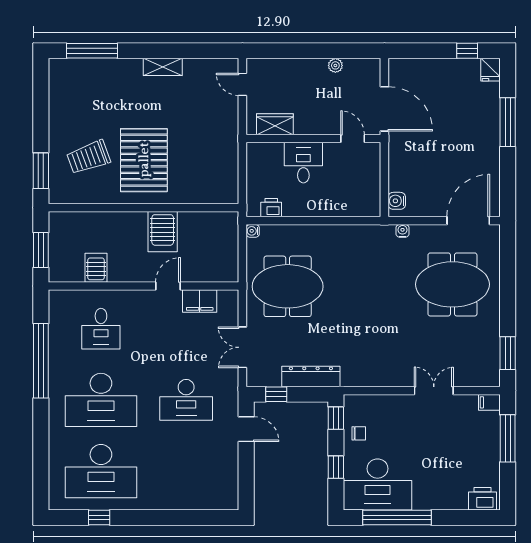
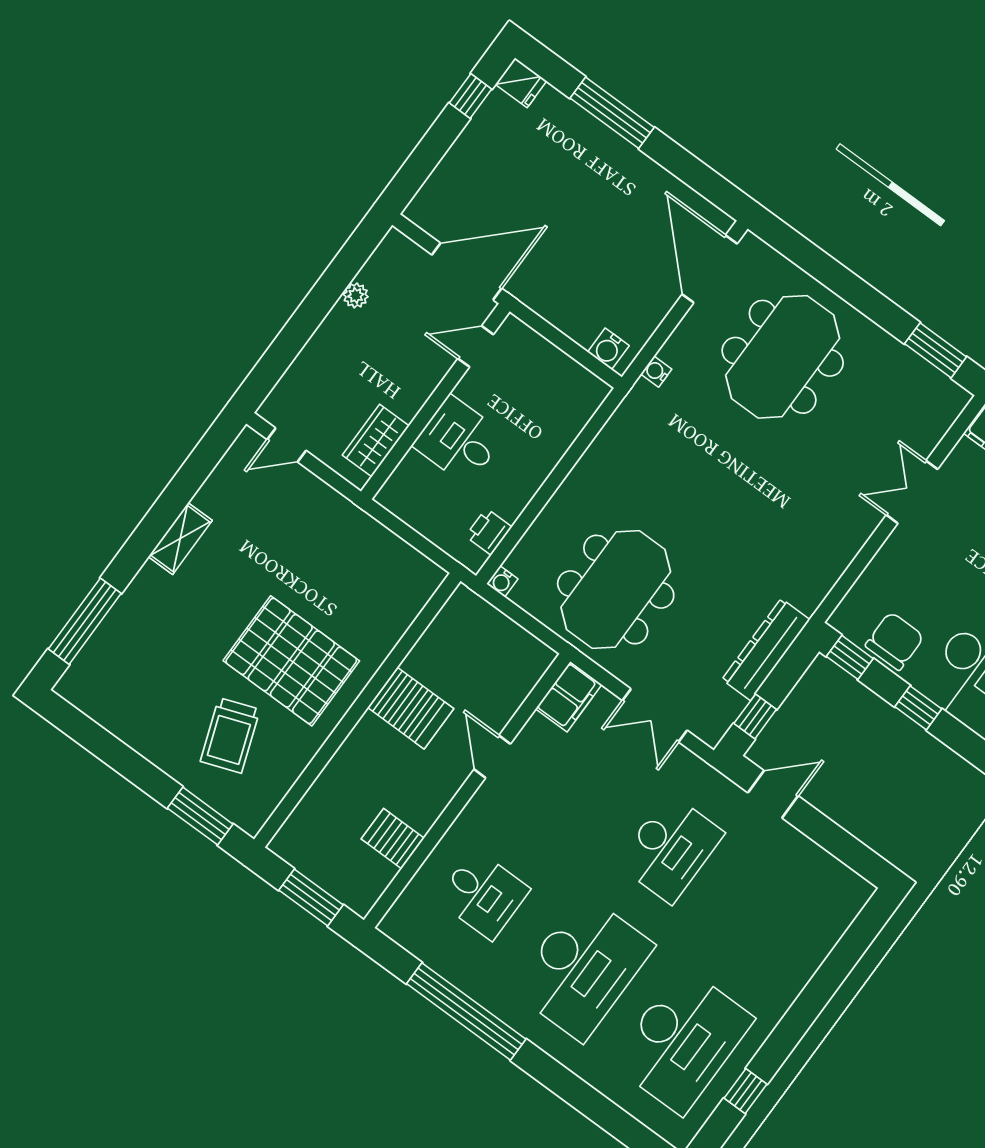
filing cabinet: (200, 301) -> (569, 697), moved
chair: (359, 433) -> (895, 641), width x1.87, depth x1.87

